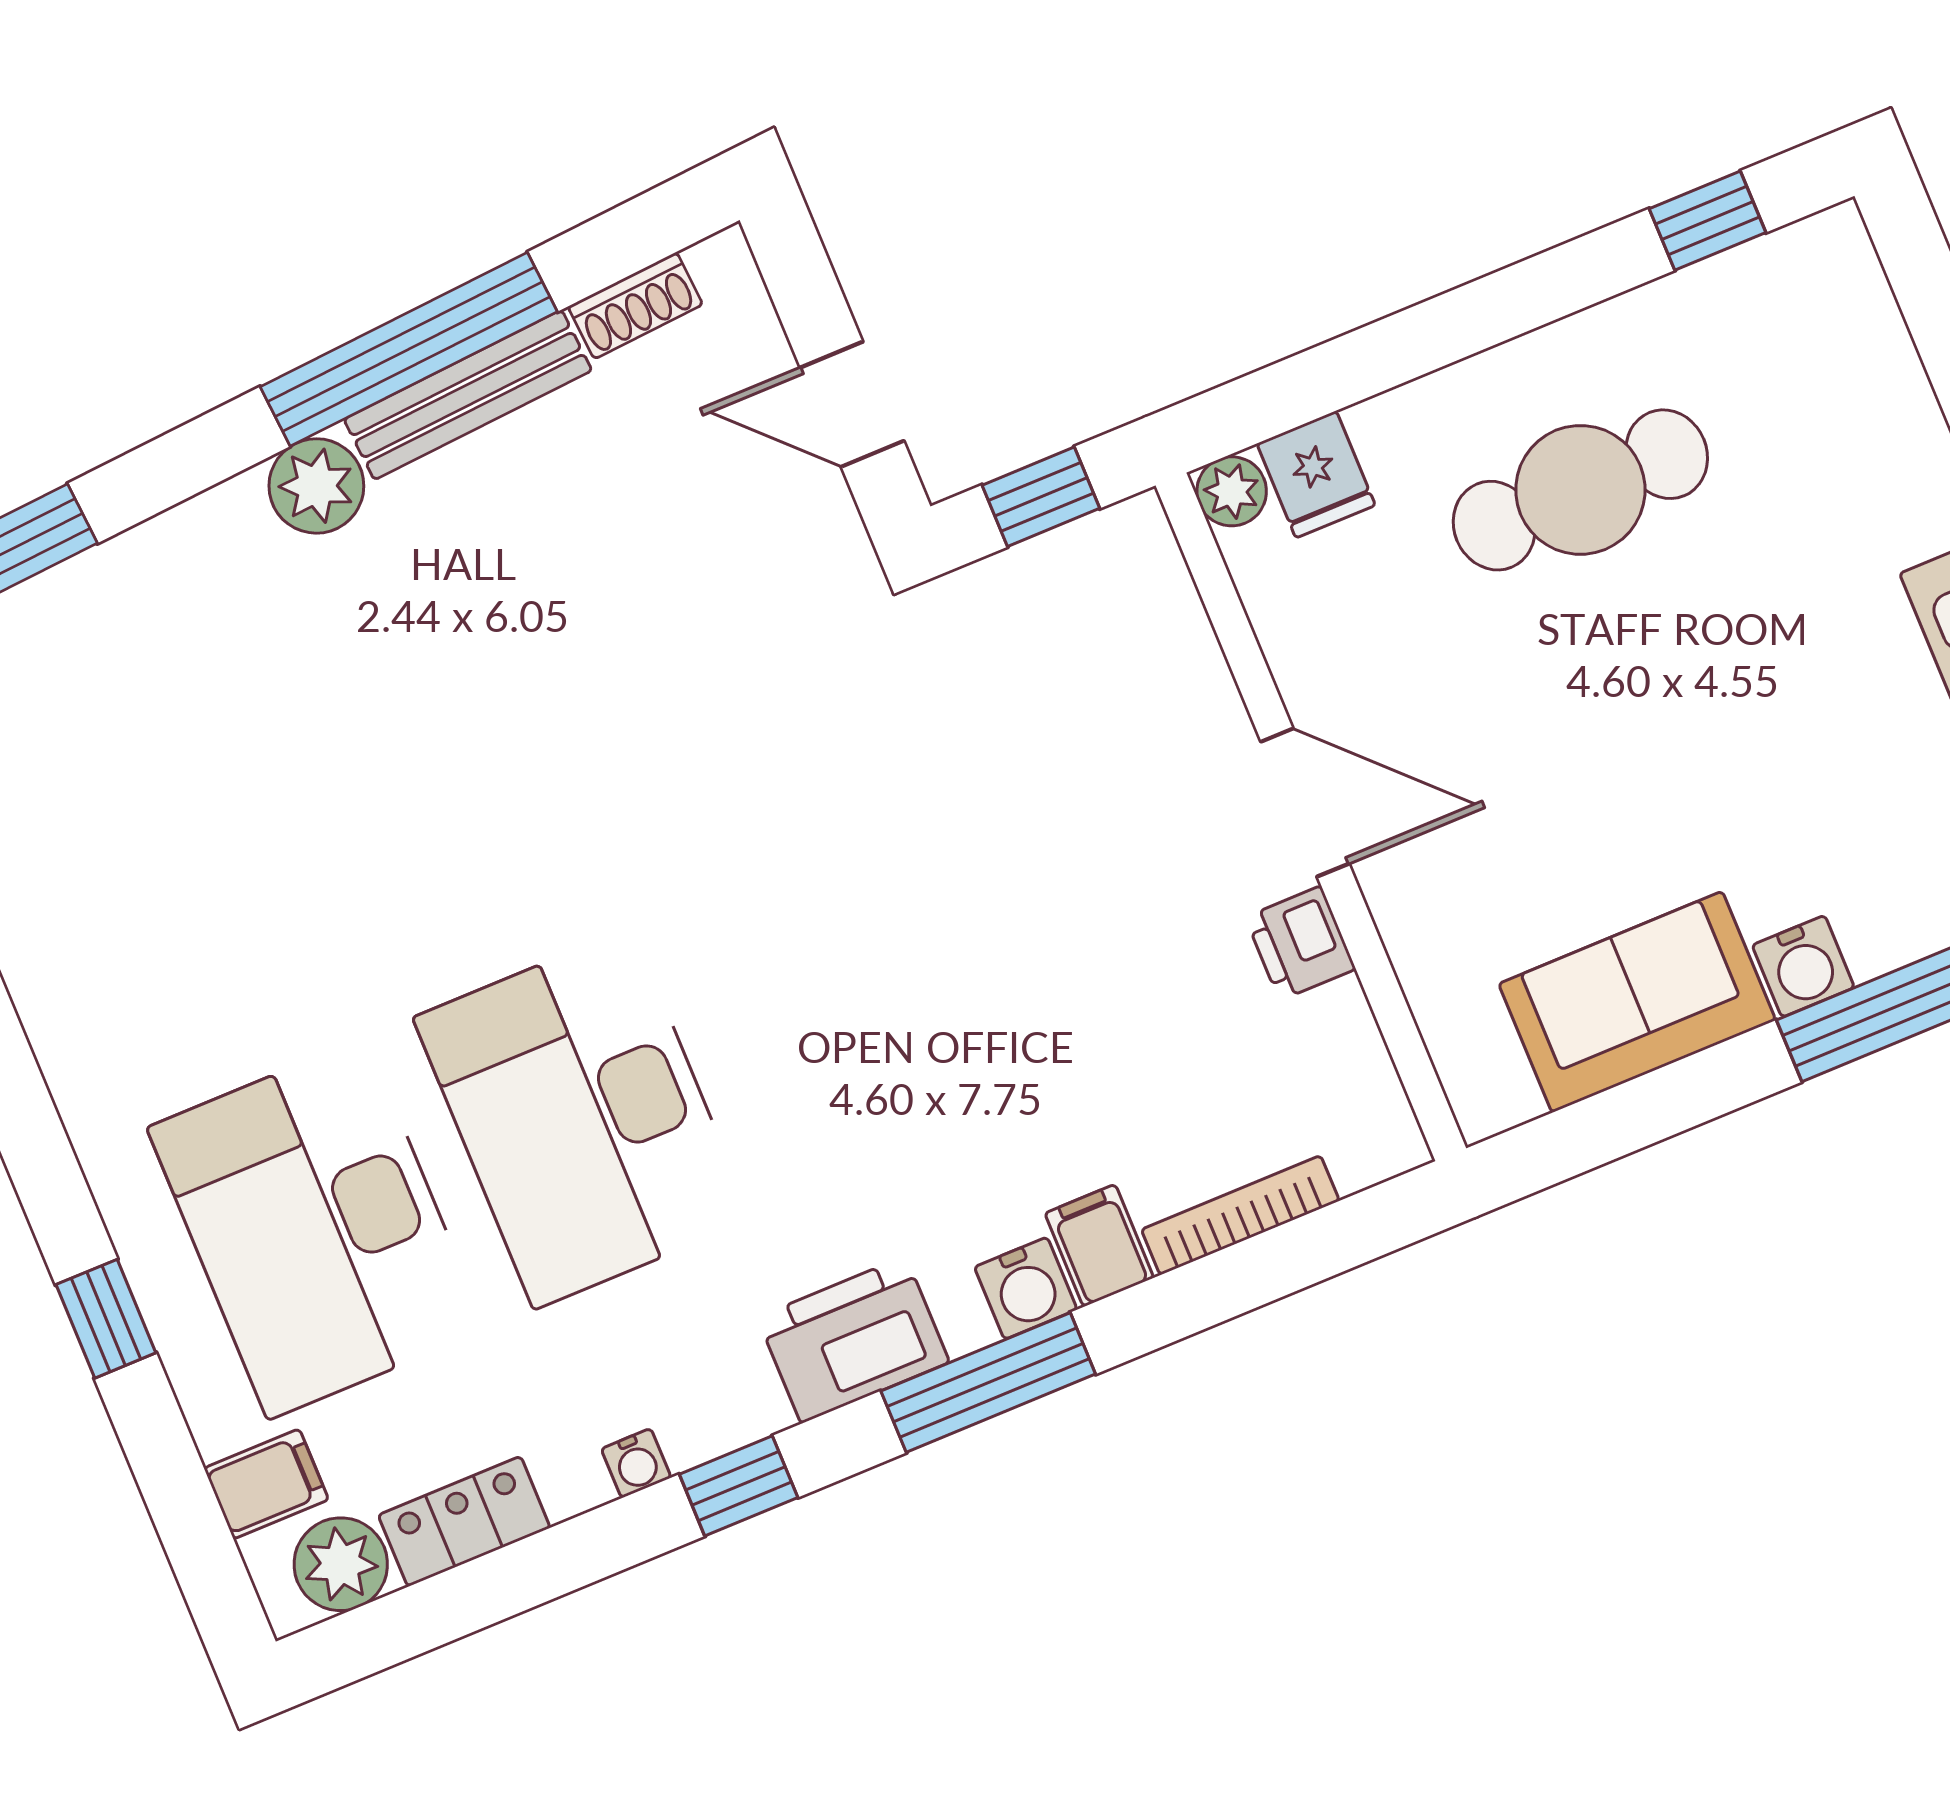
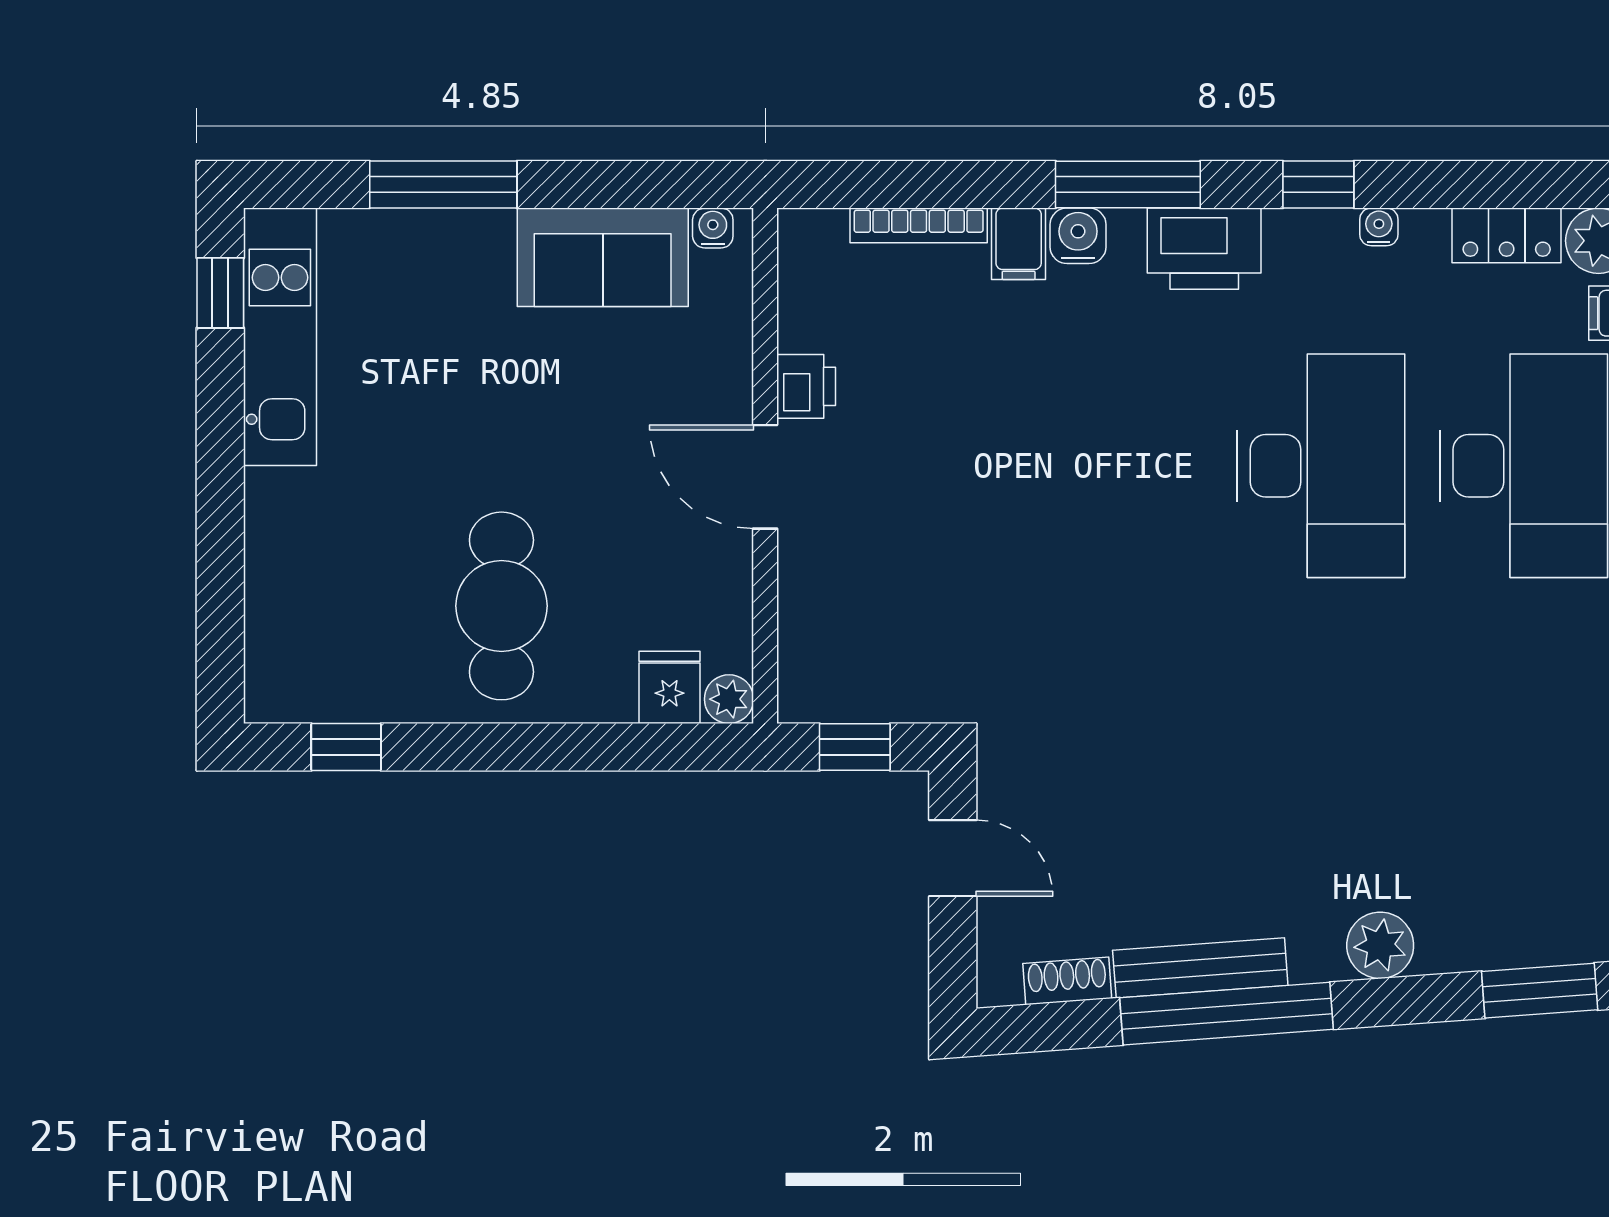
plant: (316, 486) -> (1380, 945), moved
cafe table: (1580, 490) -> (501, 606), turned 90
water cooler: (1803, 966) -> (713, 228), moved, width x0.72, depth x0.72

